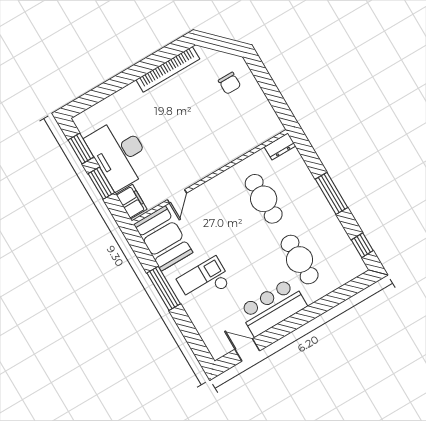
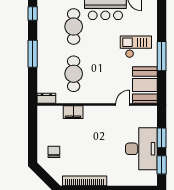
filing cabinet: (131, 202) -> (73, 112), moved, turned -90
checkout: (204, 281) -> (136, 47), turned 180

